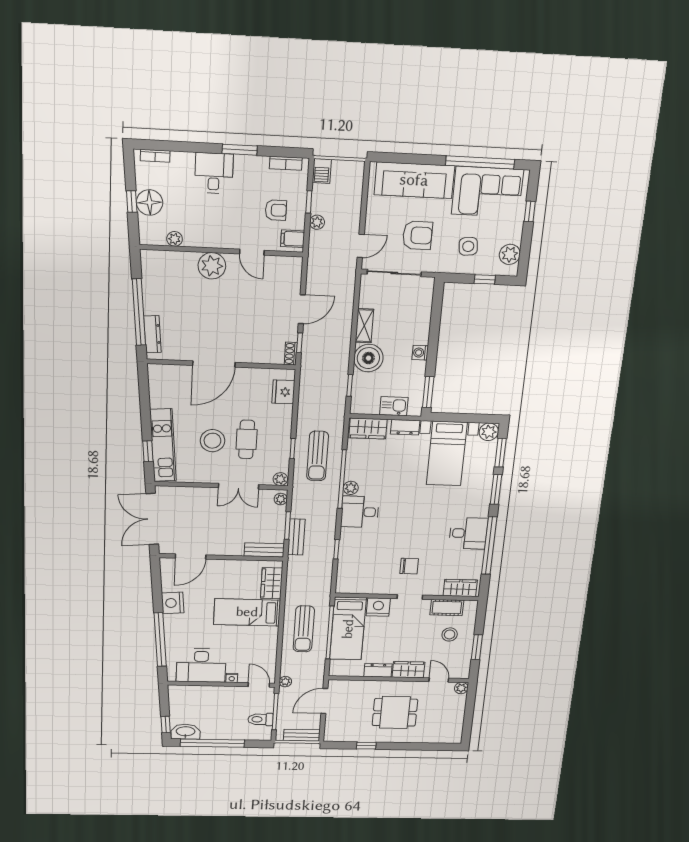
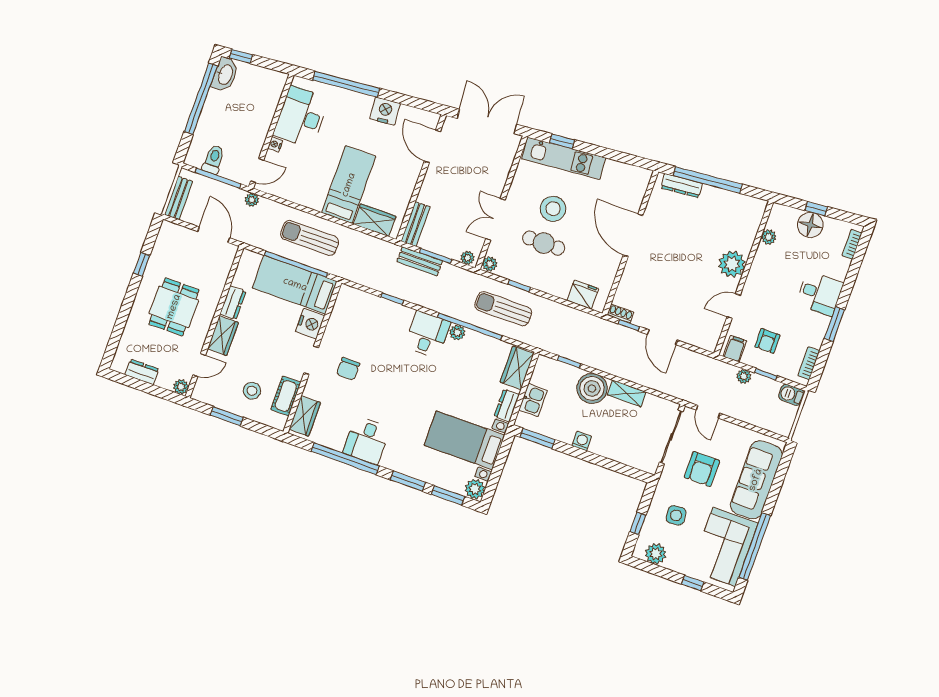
dresser: (457, 720) -> (142, 372), added

